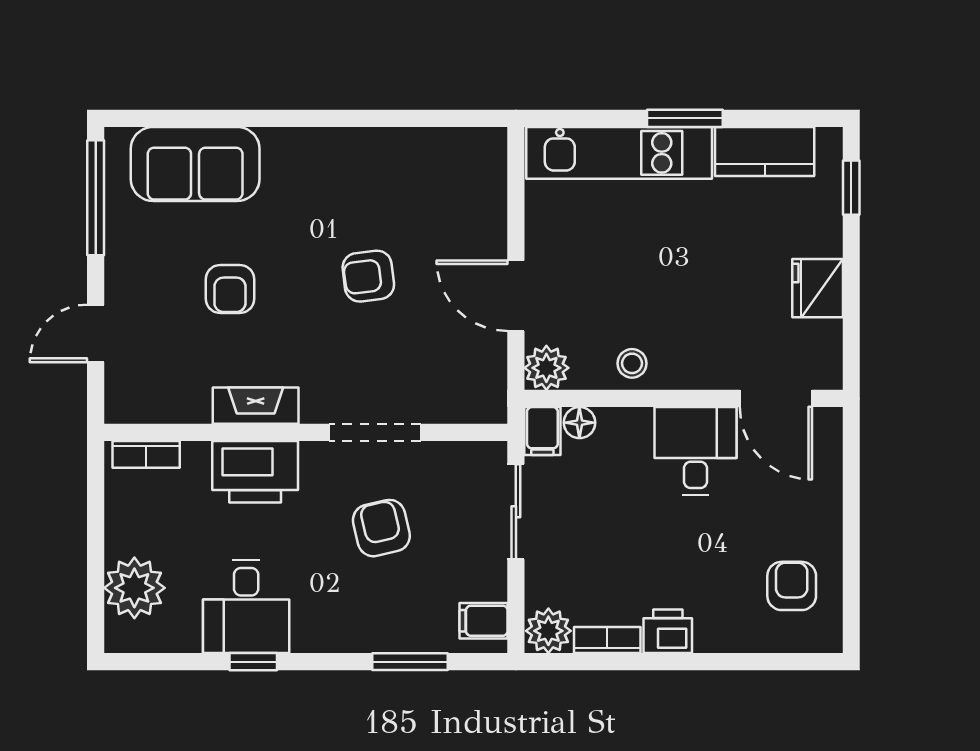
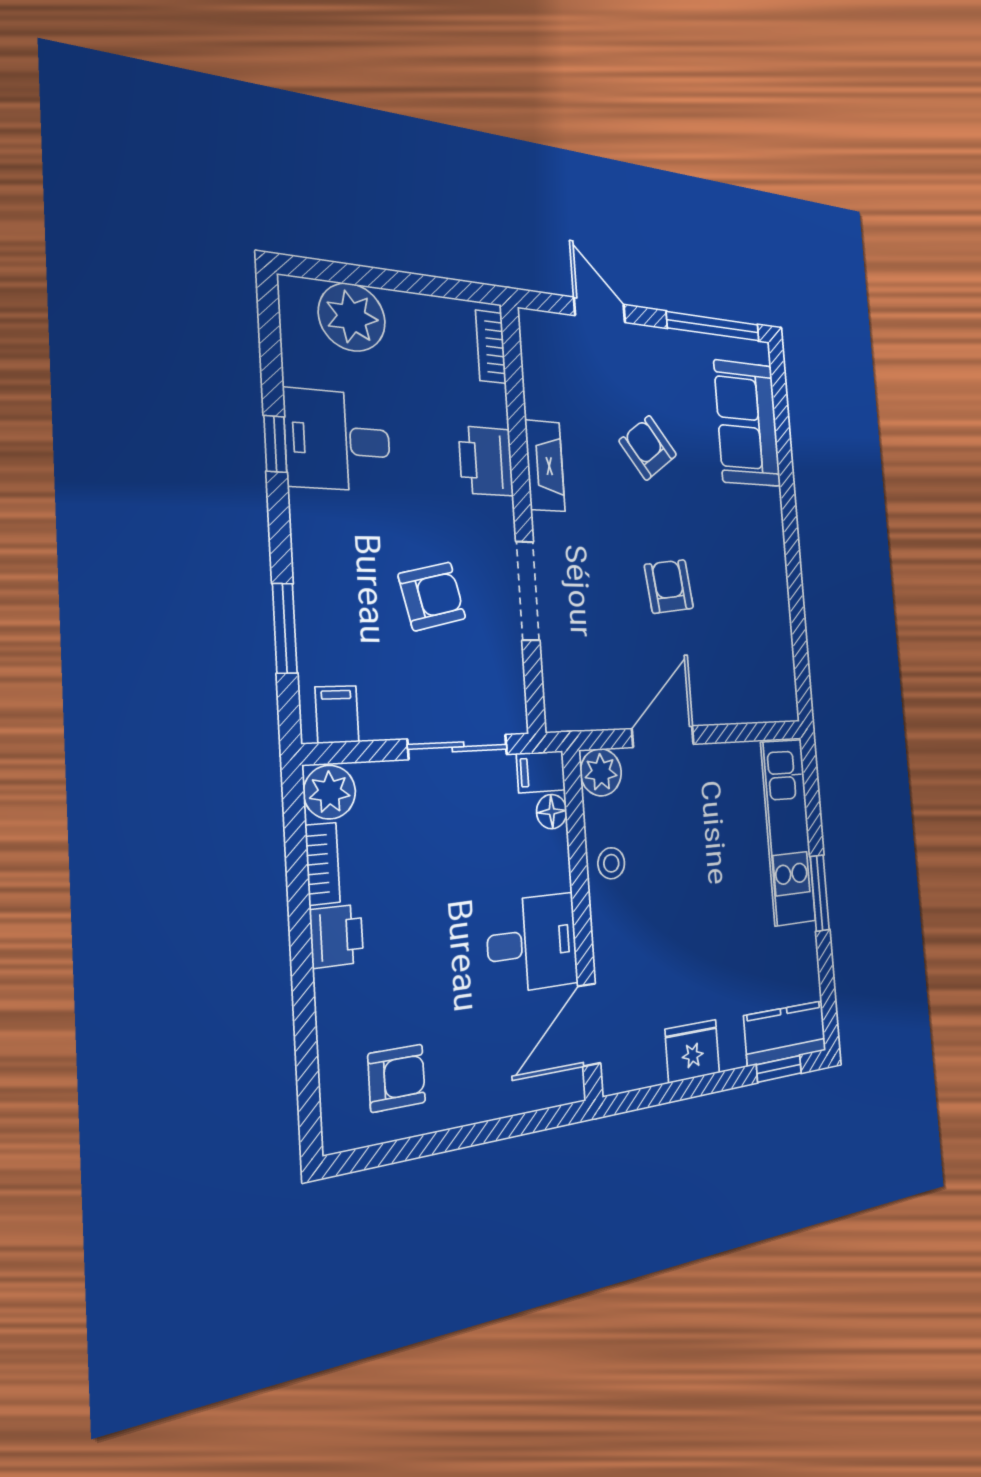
kitchen counter: (765, 151) -> (785, 1033), moved, turned 90
armchair: (230, 289) -> (648, 448), turned 53
printer: (255, 472) -> (486, 461), width x0.73, depth x0.84

